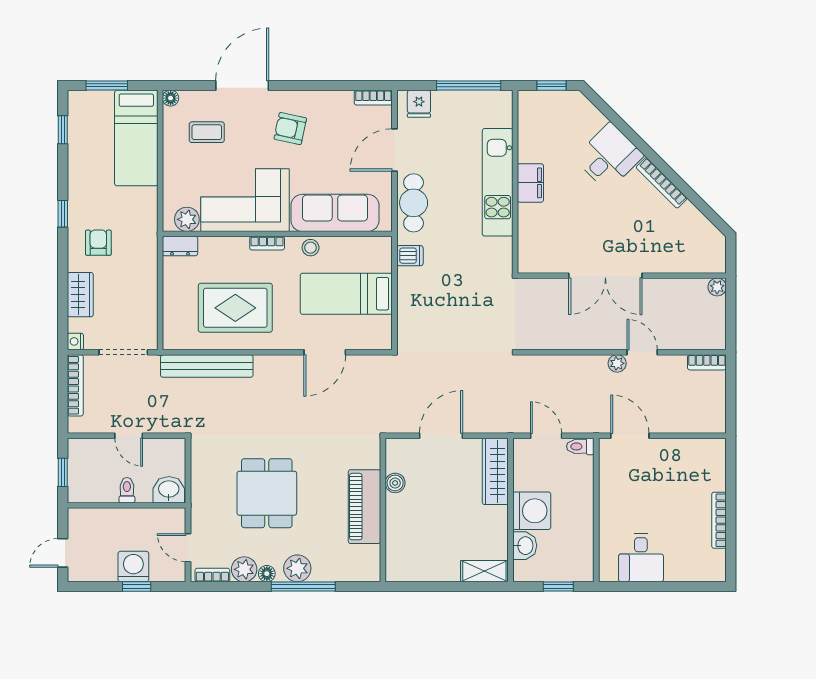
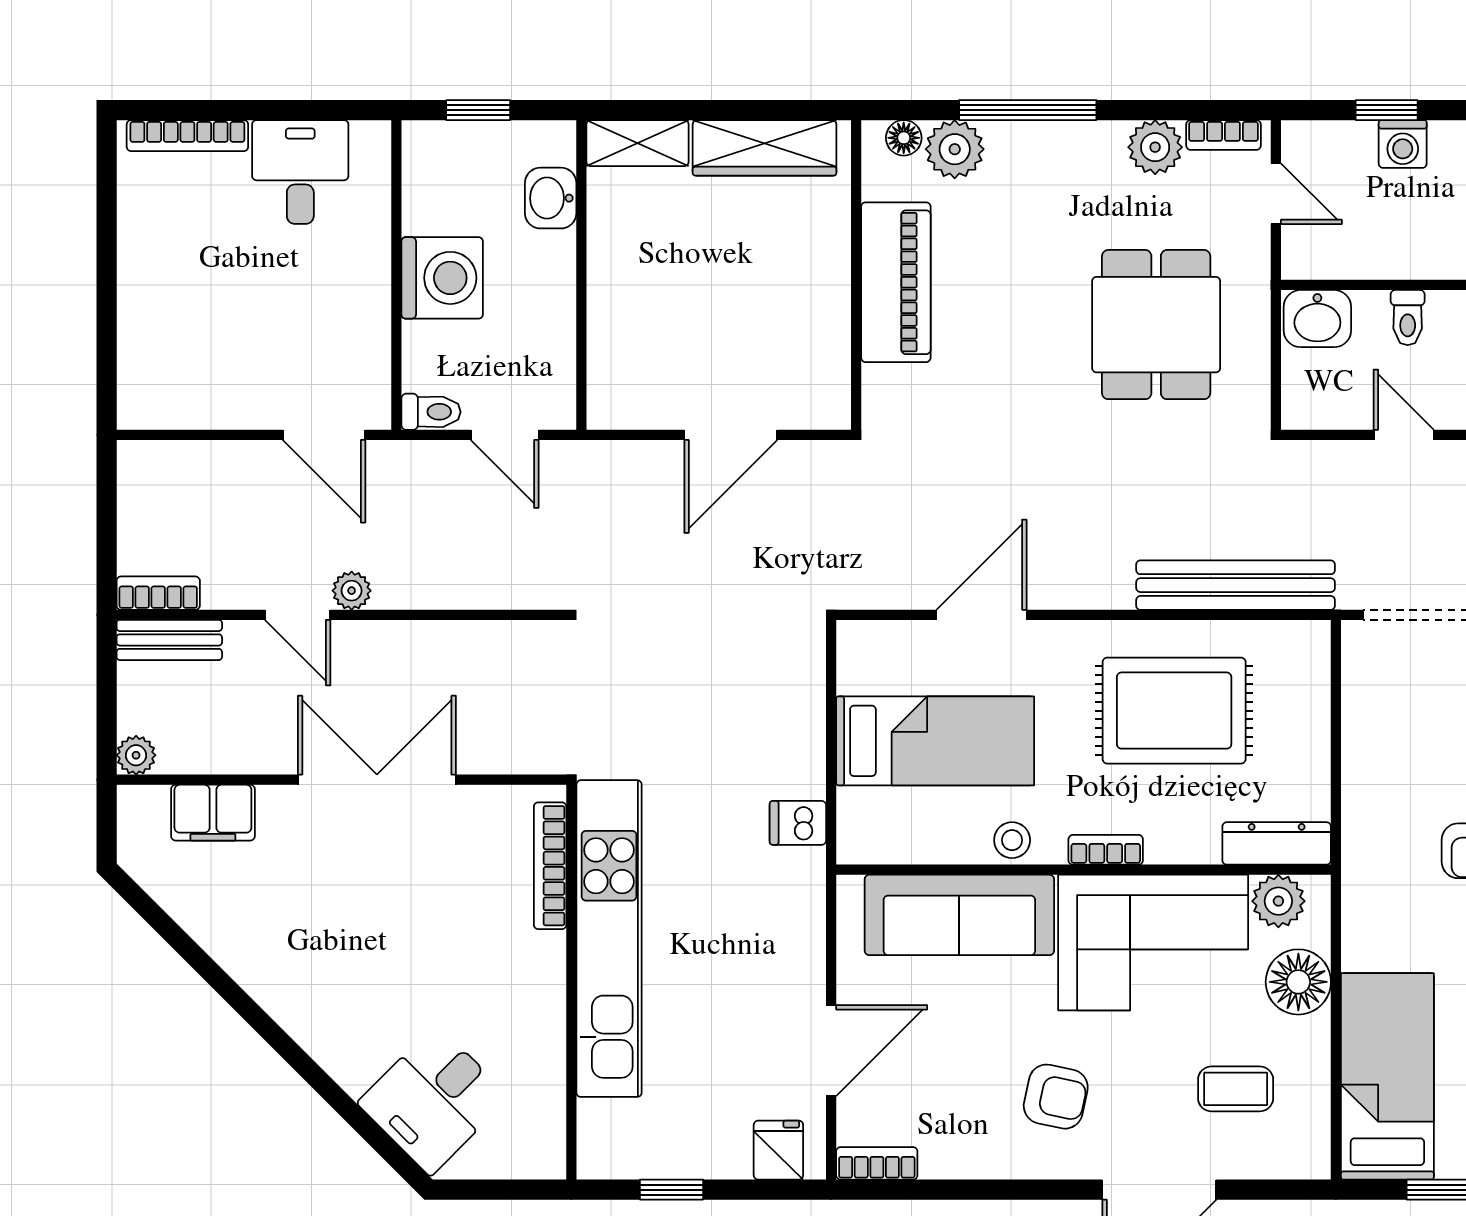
window: (469, 85) -> (671, 1190), width x0.46
window: (552, 85) -> (493, 1190), removed
floor lamp: (171, 98) -> (1298, 982), moved, width x1.89, depth x1.89
desk: (609, 157) -> (433, 1100), moved
kitchen unit: (498, 182) -> (609, 939), width x1.36
filing cabinet: (530, 183) -> (213, 813), moved, turned -90
bookcase: (662, 183) -> (550, 866), moved, turned -135
cafe table: (414, 203) -> (790, 937), removed
dresser: (180, 246) -> (1277, 843), width x1.44
bench: (702, 341) -> (169, 640), added
wardrobe: (495, 471) -> (765, 148), moved, turned 90
boiler: (395, 483) -> (830, 333), removed
dining table: (267, 493) -> (1156, 325), moved
washing machine: (532, 511) -> (442, 278), moved, turned 180
bookcase: (719, 520) -> (187, 136), moved, turned 90
washing machine: (133, 567) -> (1403, 144), width x0.73, depth x0.73
plant: (297, 568) -> (955, 149), moved
floor lamp: (267, 574) -> (904, 138), moved

